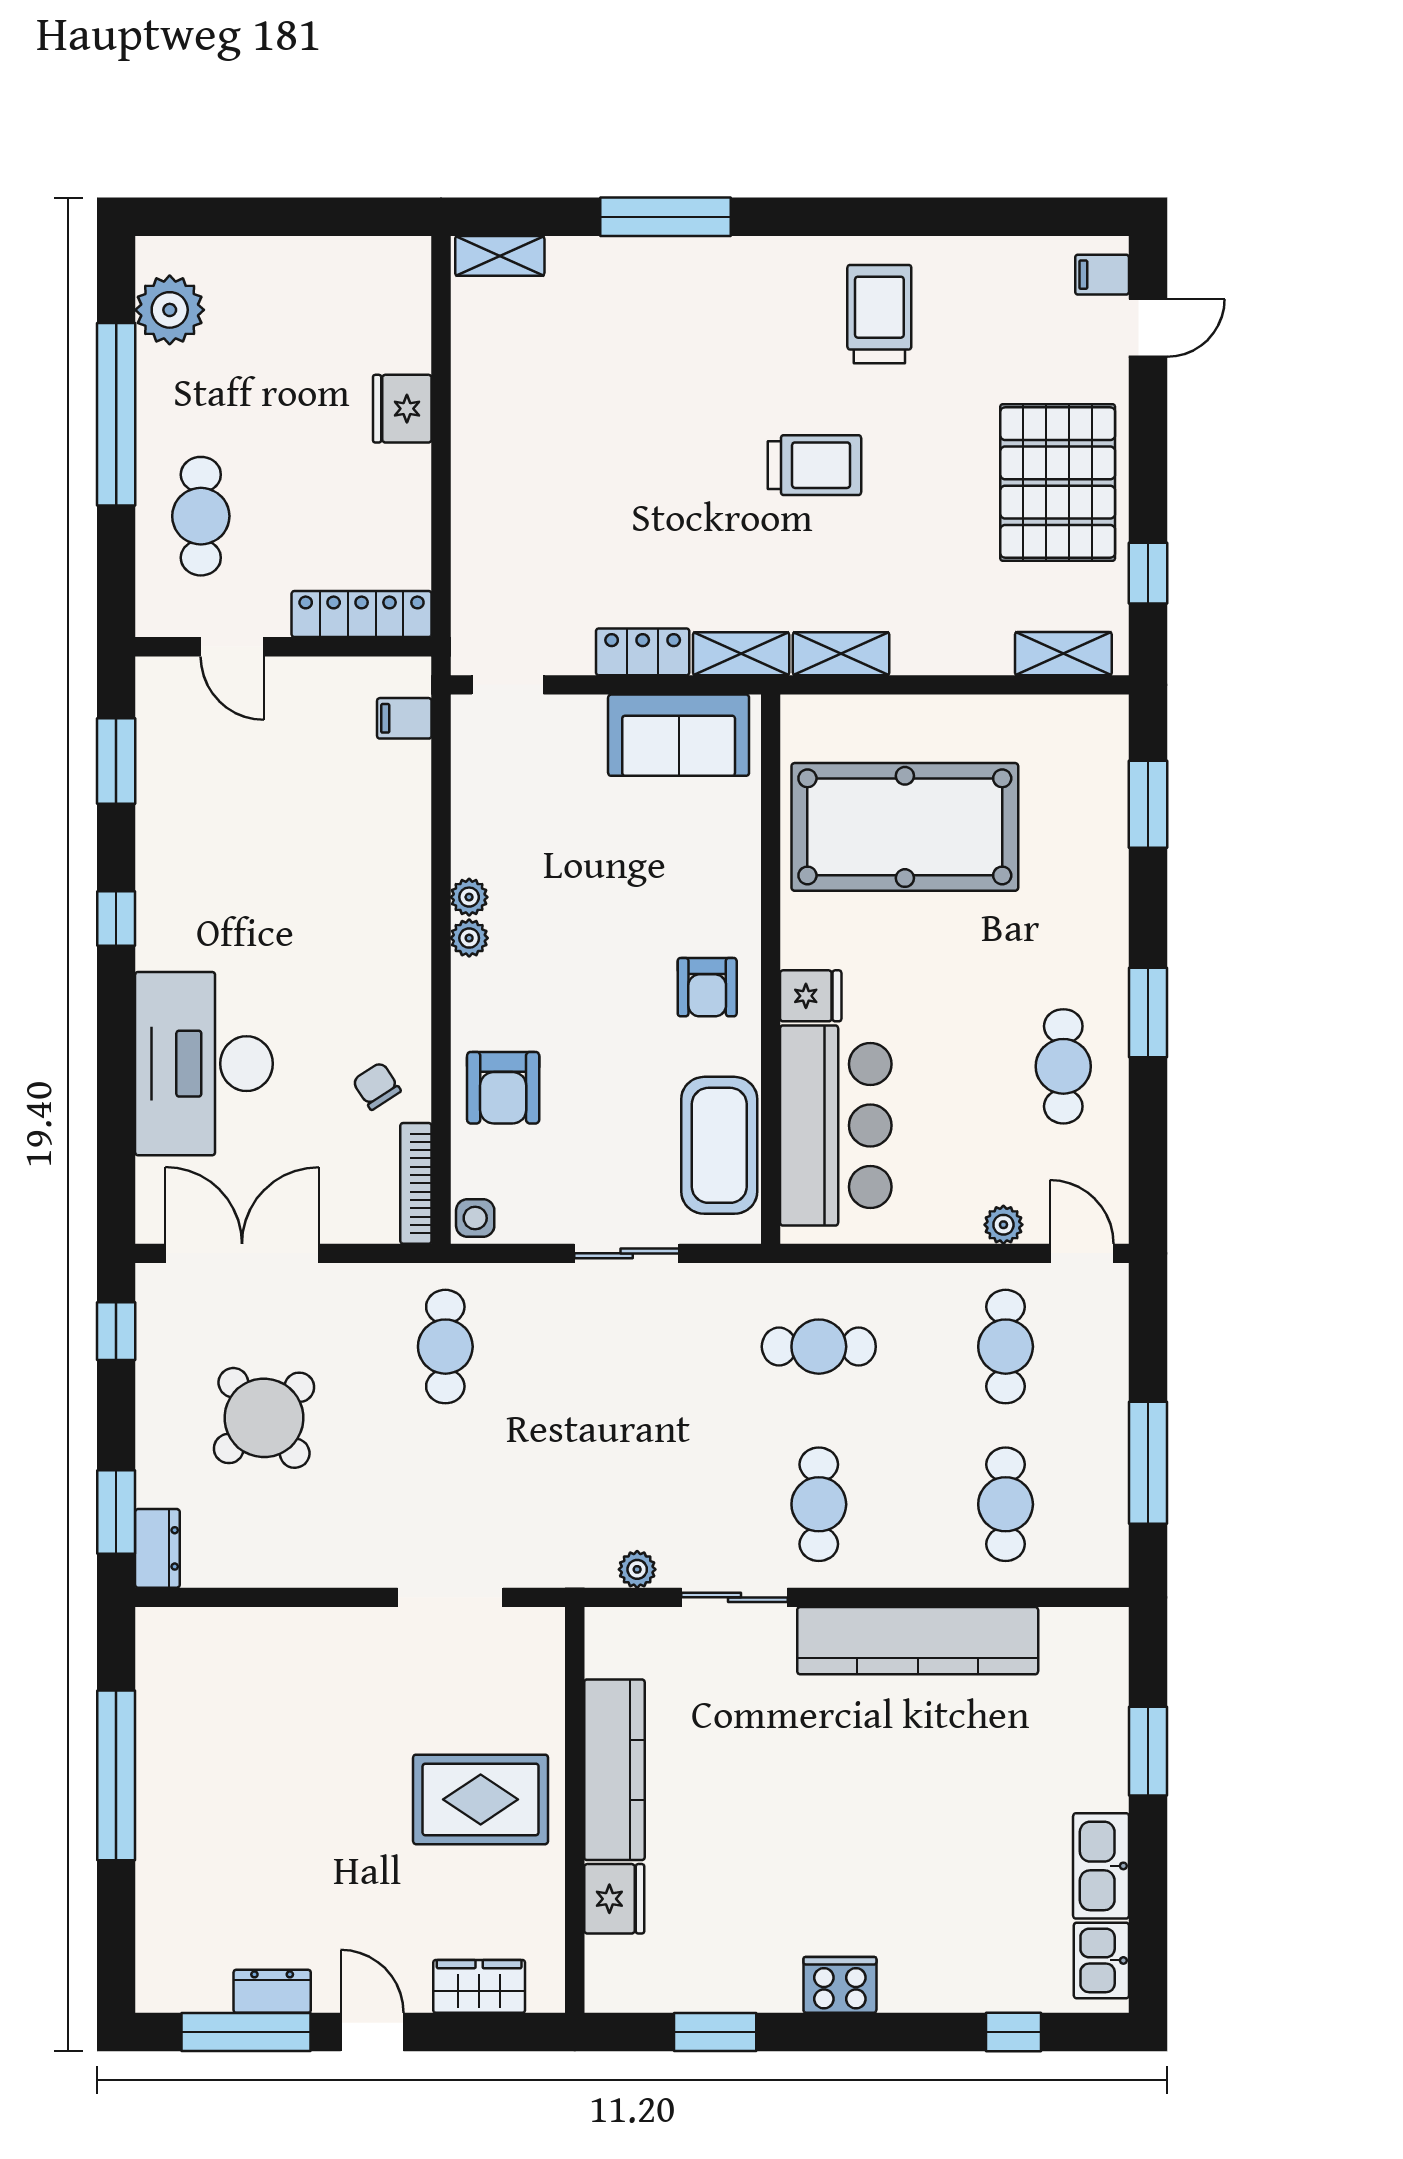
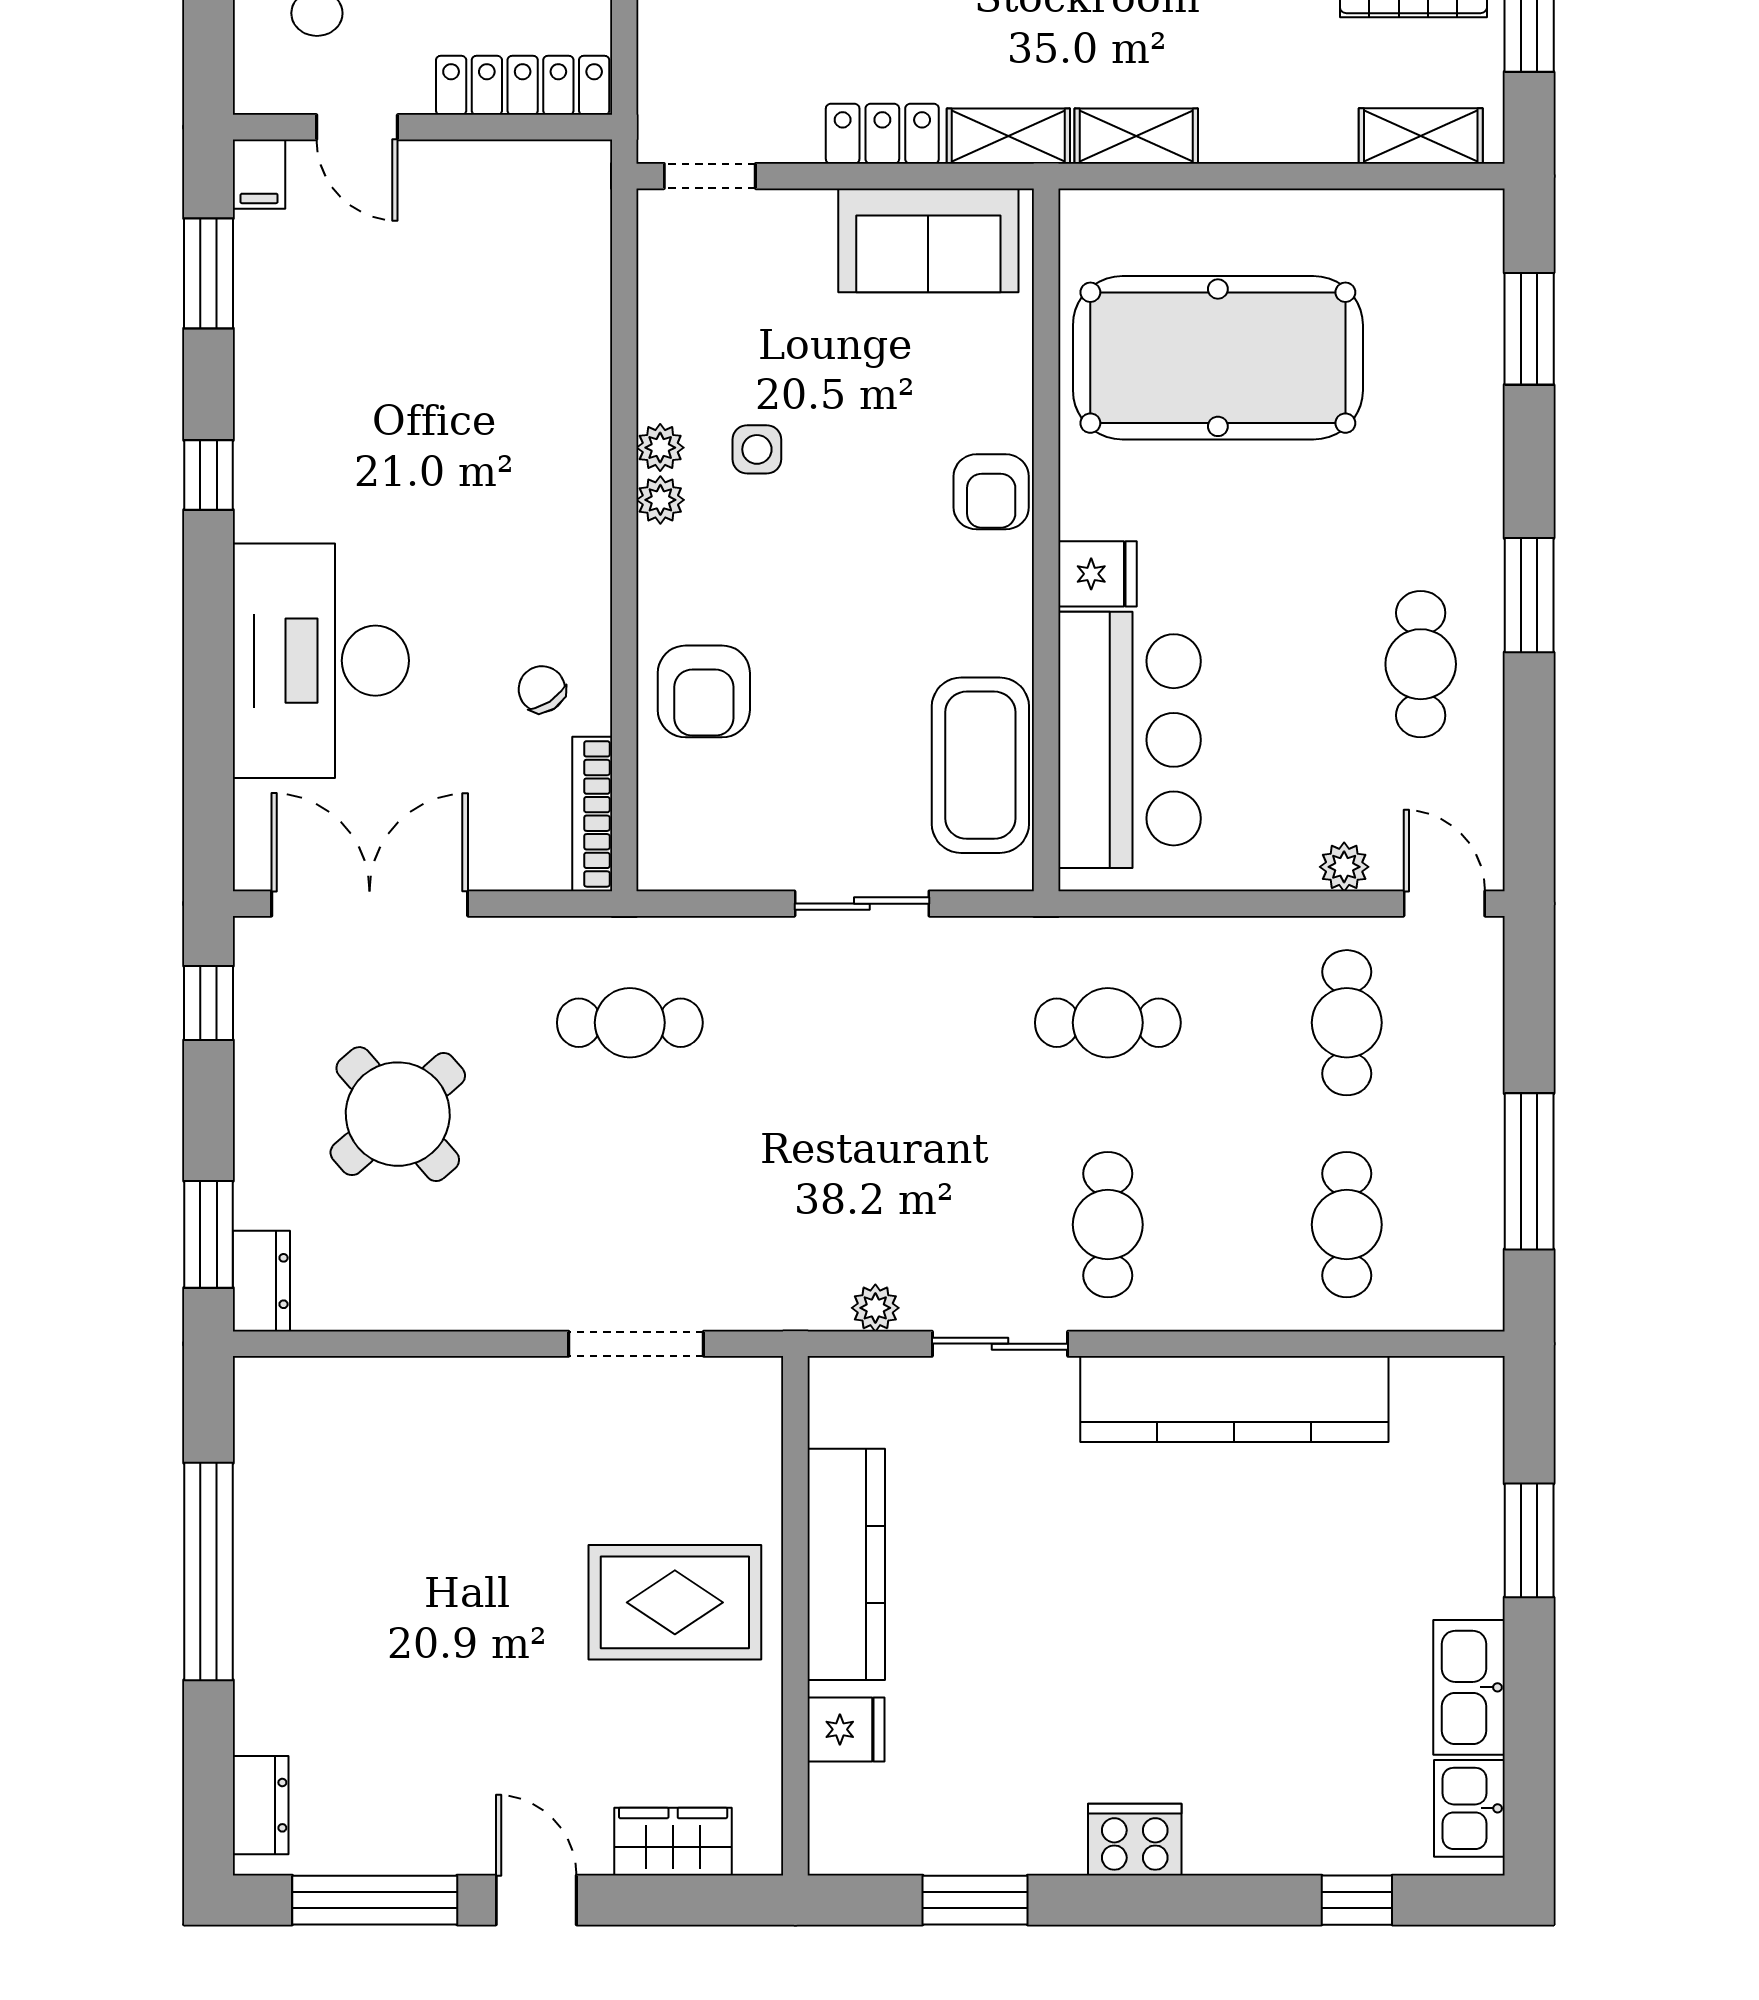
filing cabinet: (404, 718) -> (259, 174), moved, turned -90
armchair: (707, 987) -> (991, 492), moved
side table: (475, 1218) -> (757, 449), moved
cafe table: (445, 1347) -> (630, 1023), turned 90
fridge: (614, 1899) -> (846, 1729), width x0.72
dresser: (272, 1991) -> (261, 1805), moved, turned 90

